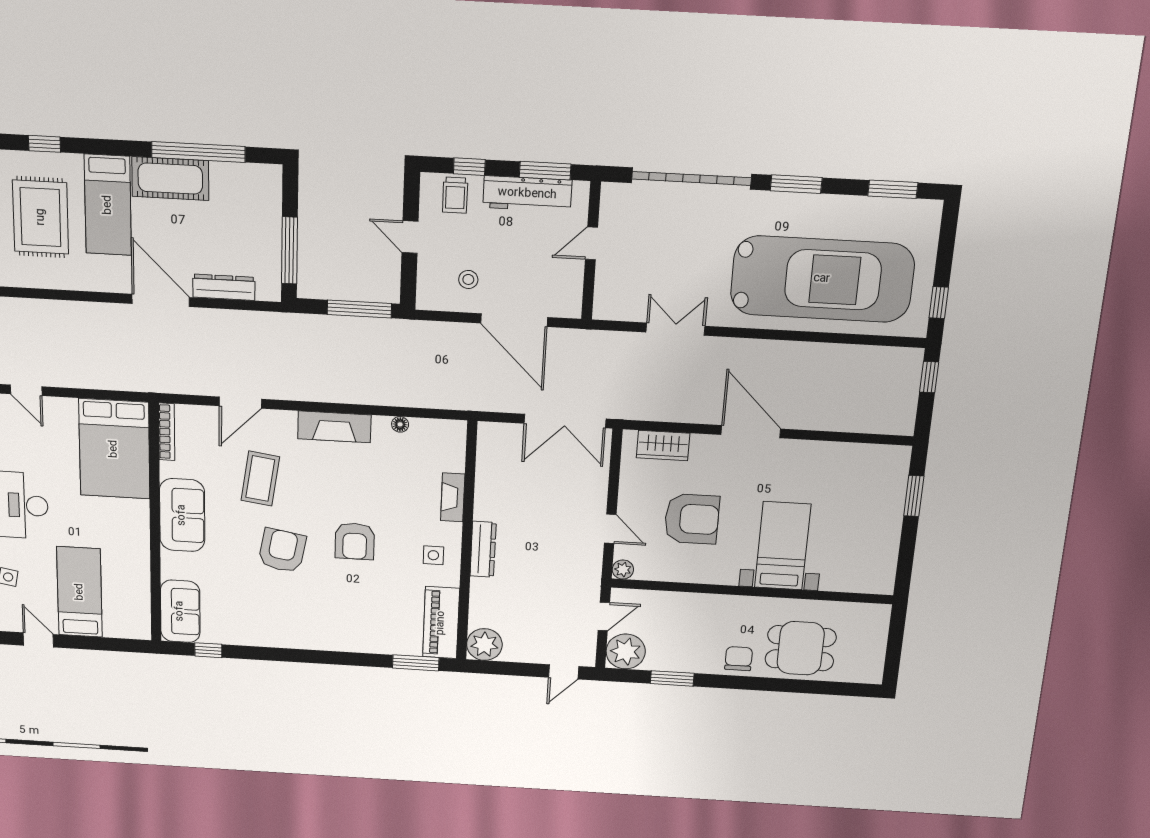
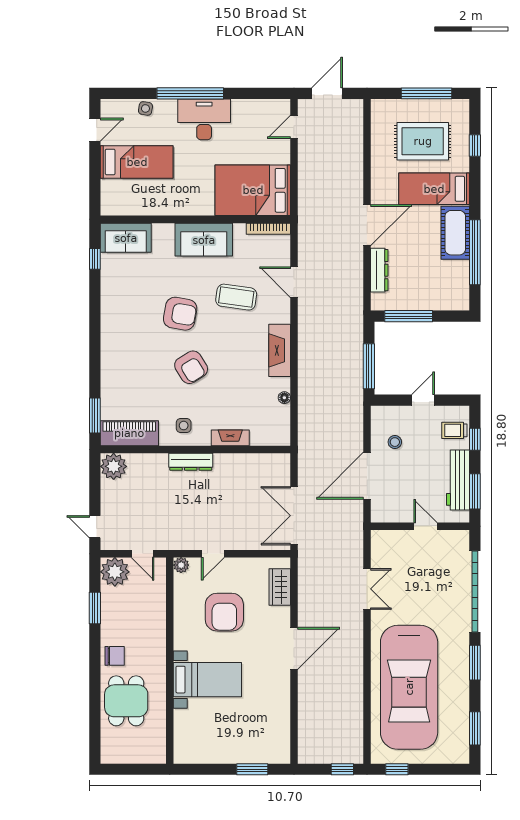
armchair: (355, 541) -> (191, 367), turned -122

